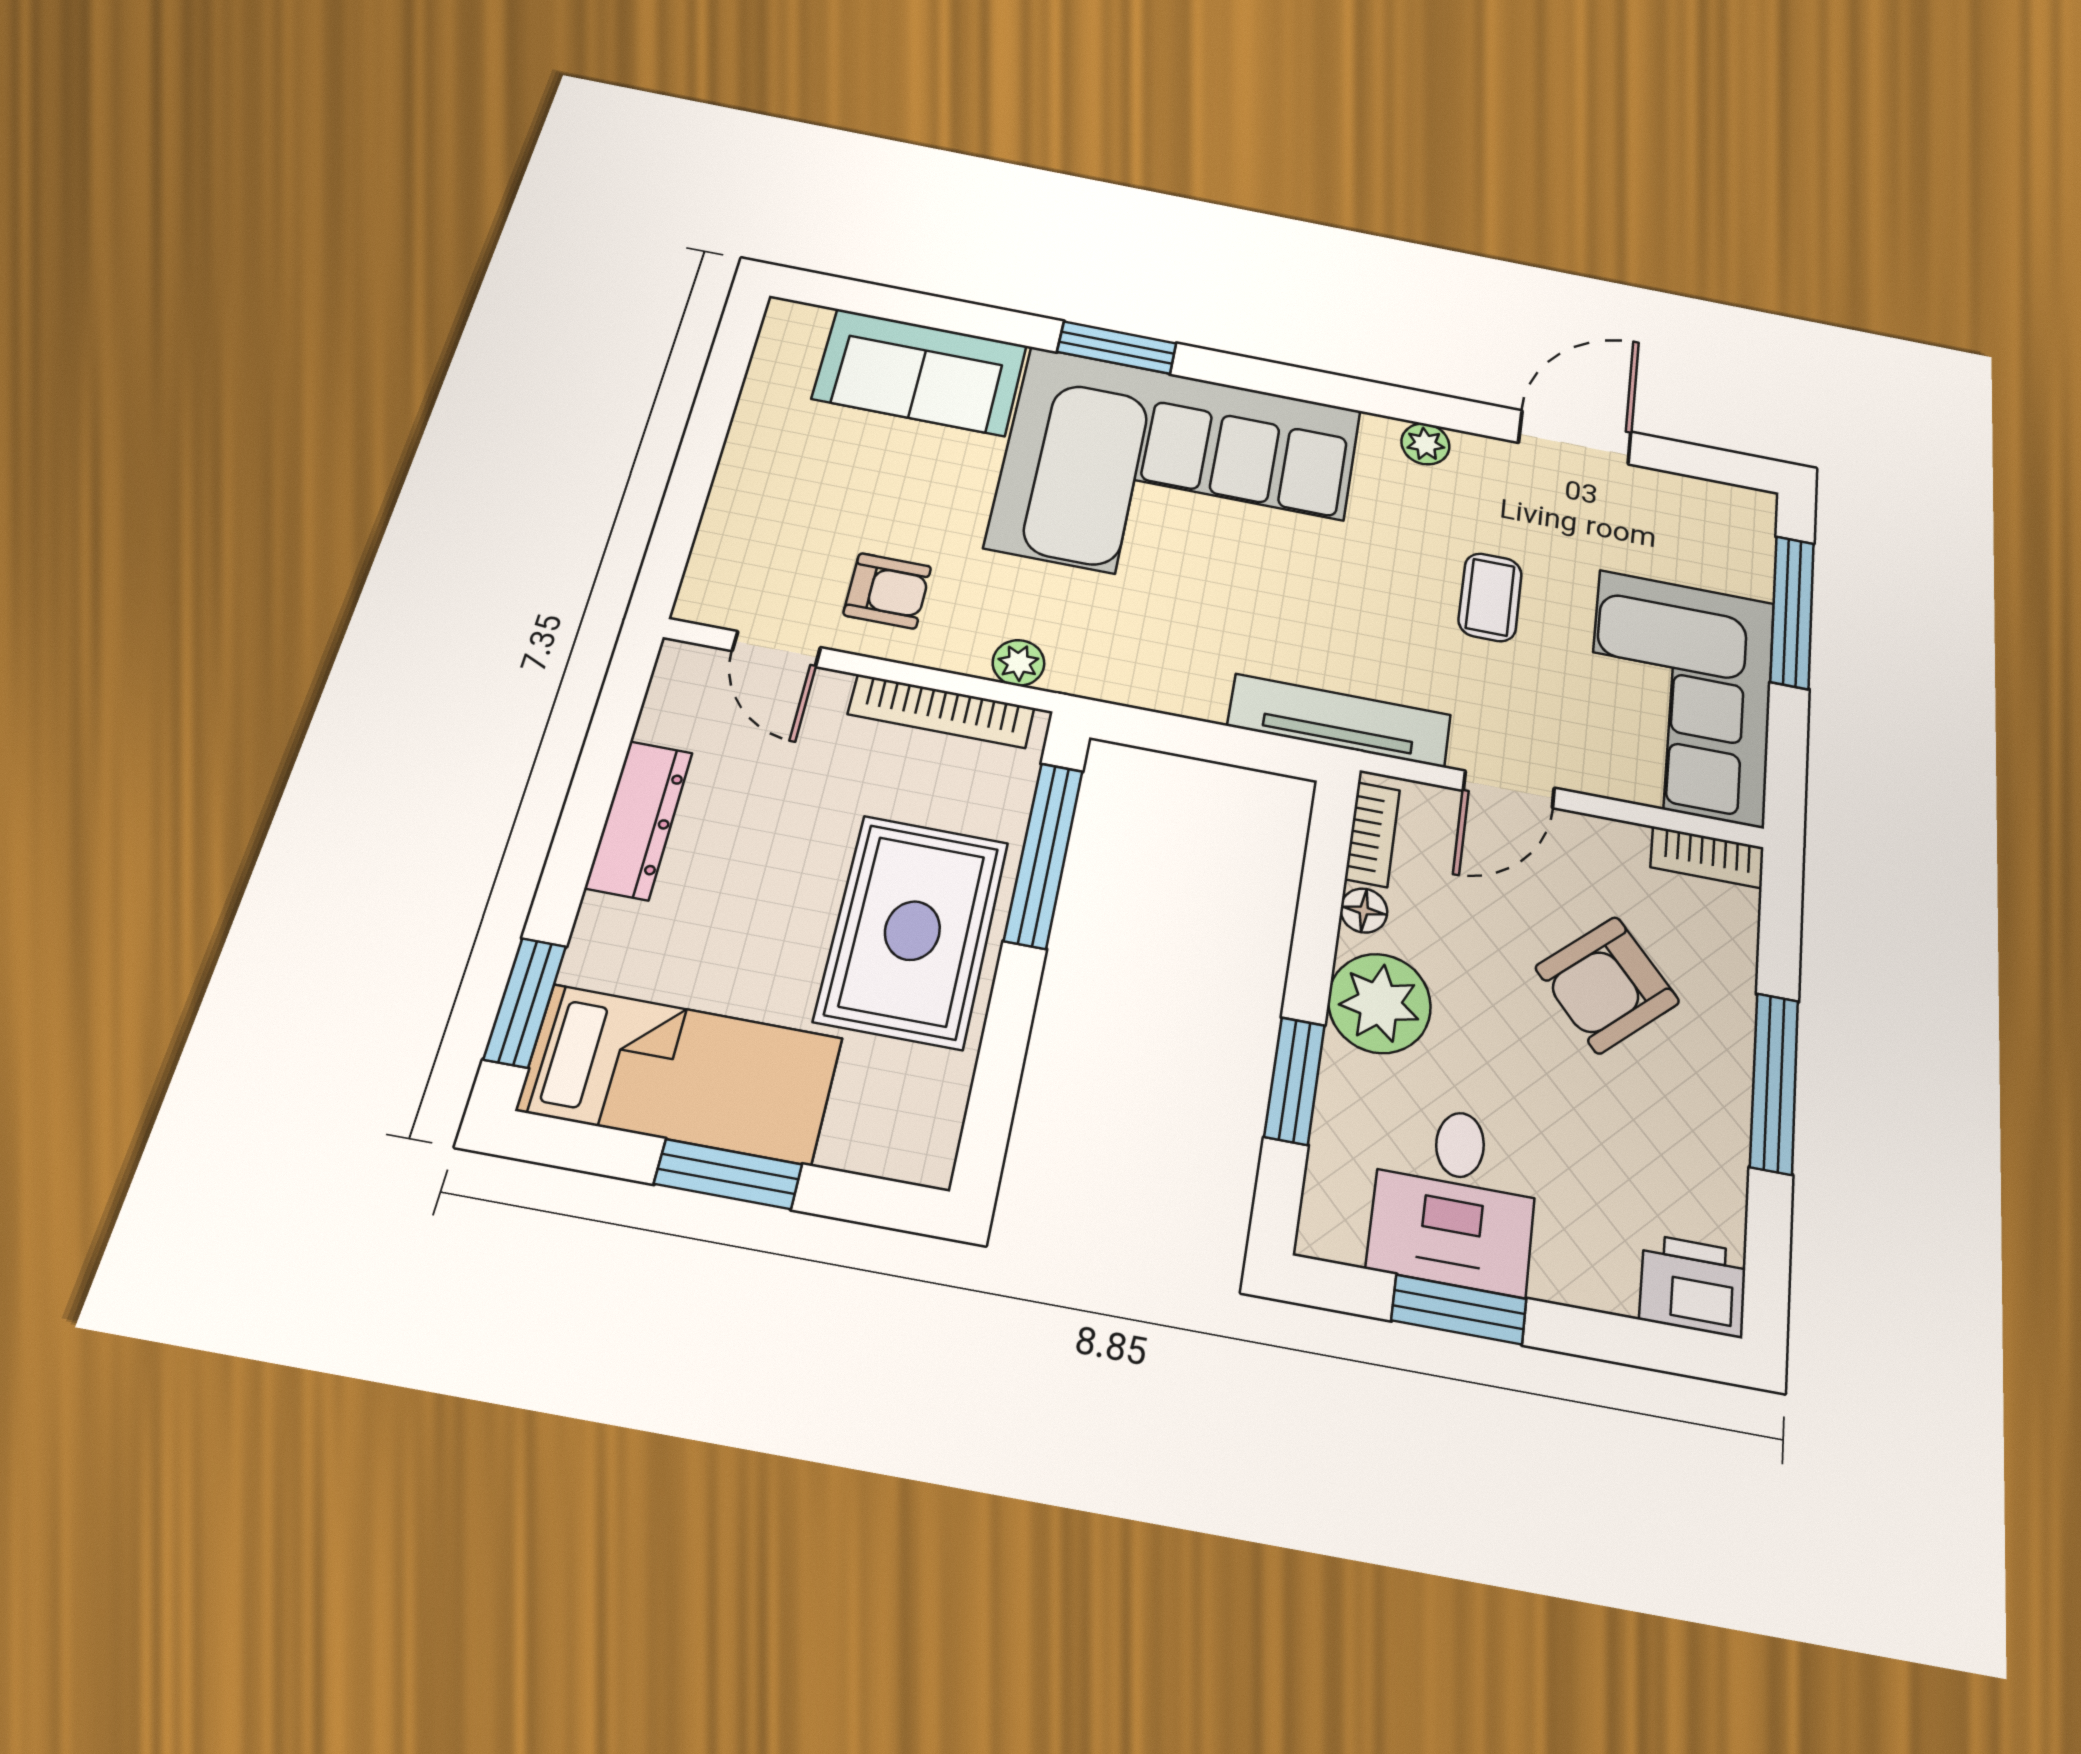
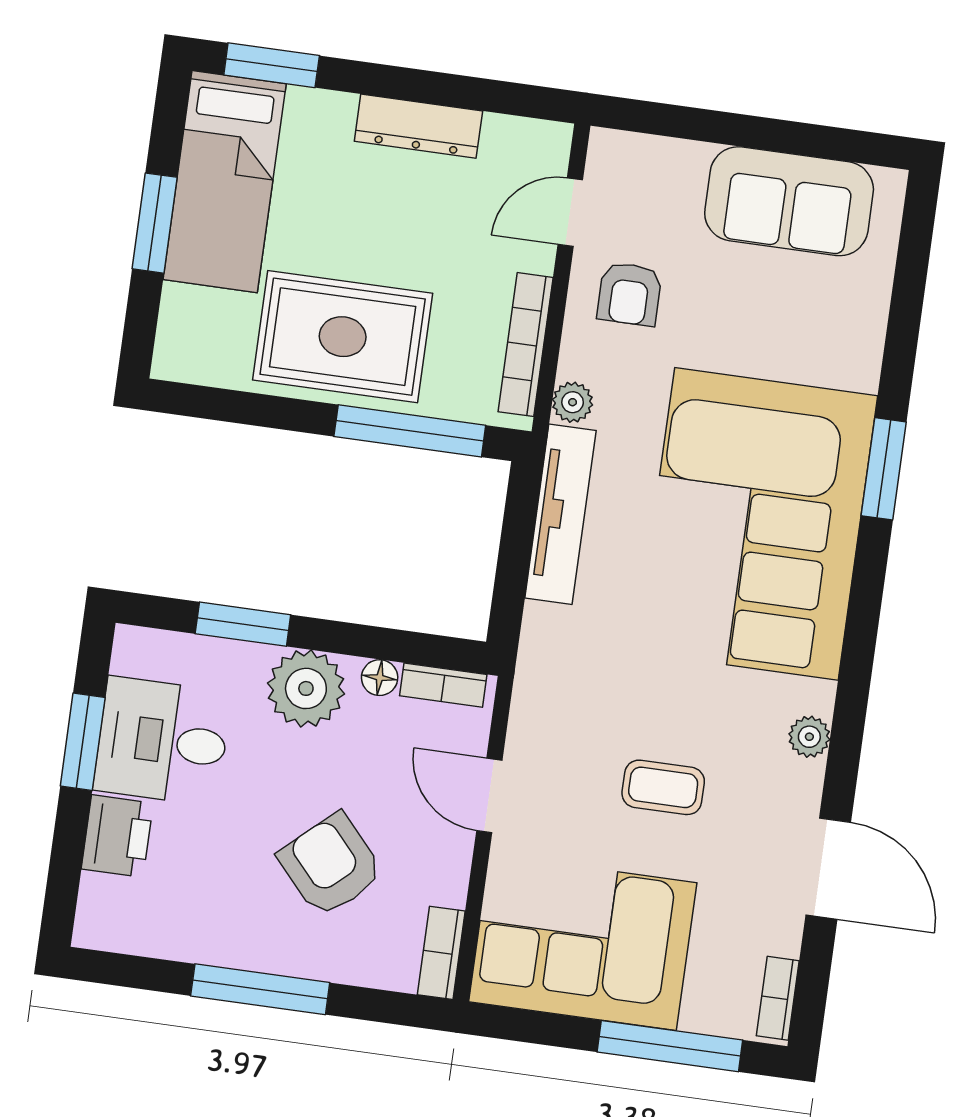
sofa: (920, 372) -> (789, 201), moved, turned -90
bookcase: (1726, 498) -> (778, 998), added
tv unit: (1339, 720) -> (560, 514), moved
printer: (1693, 1286) -> (117, 836), moved

